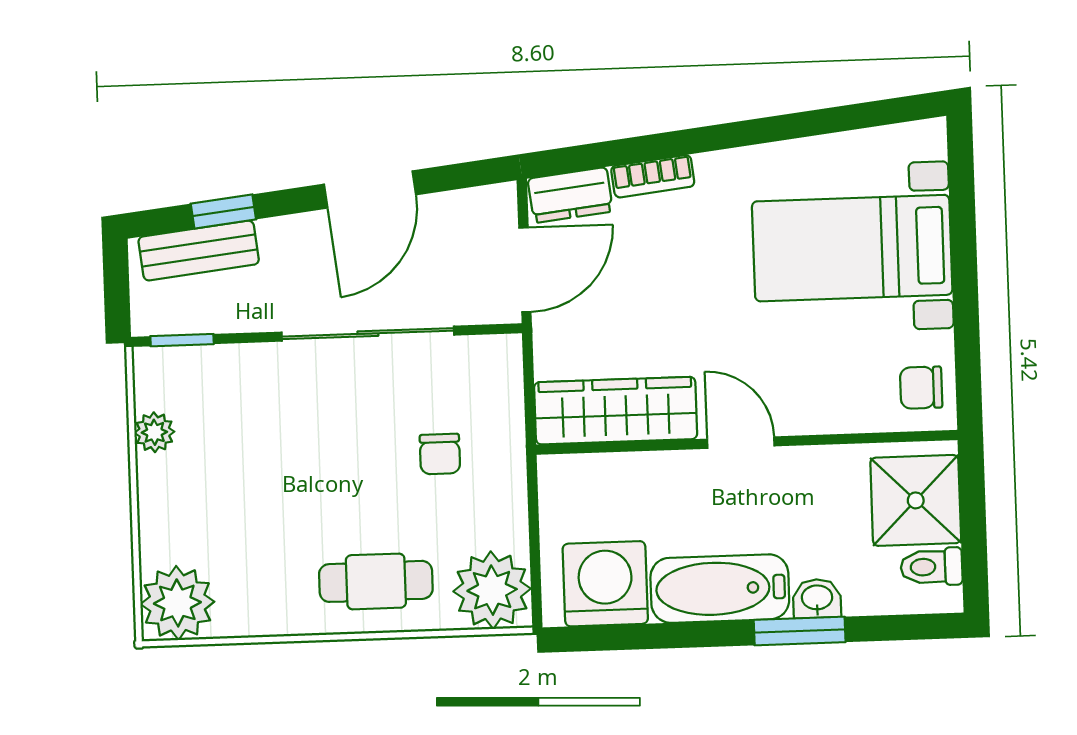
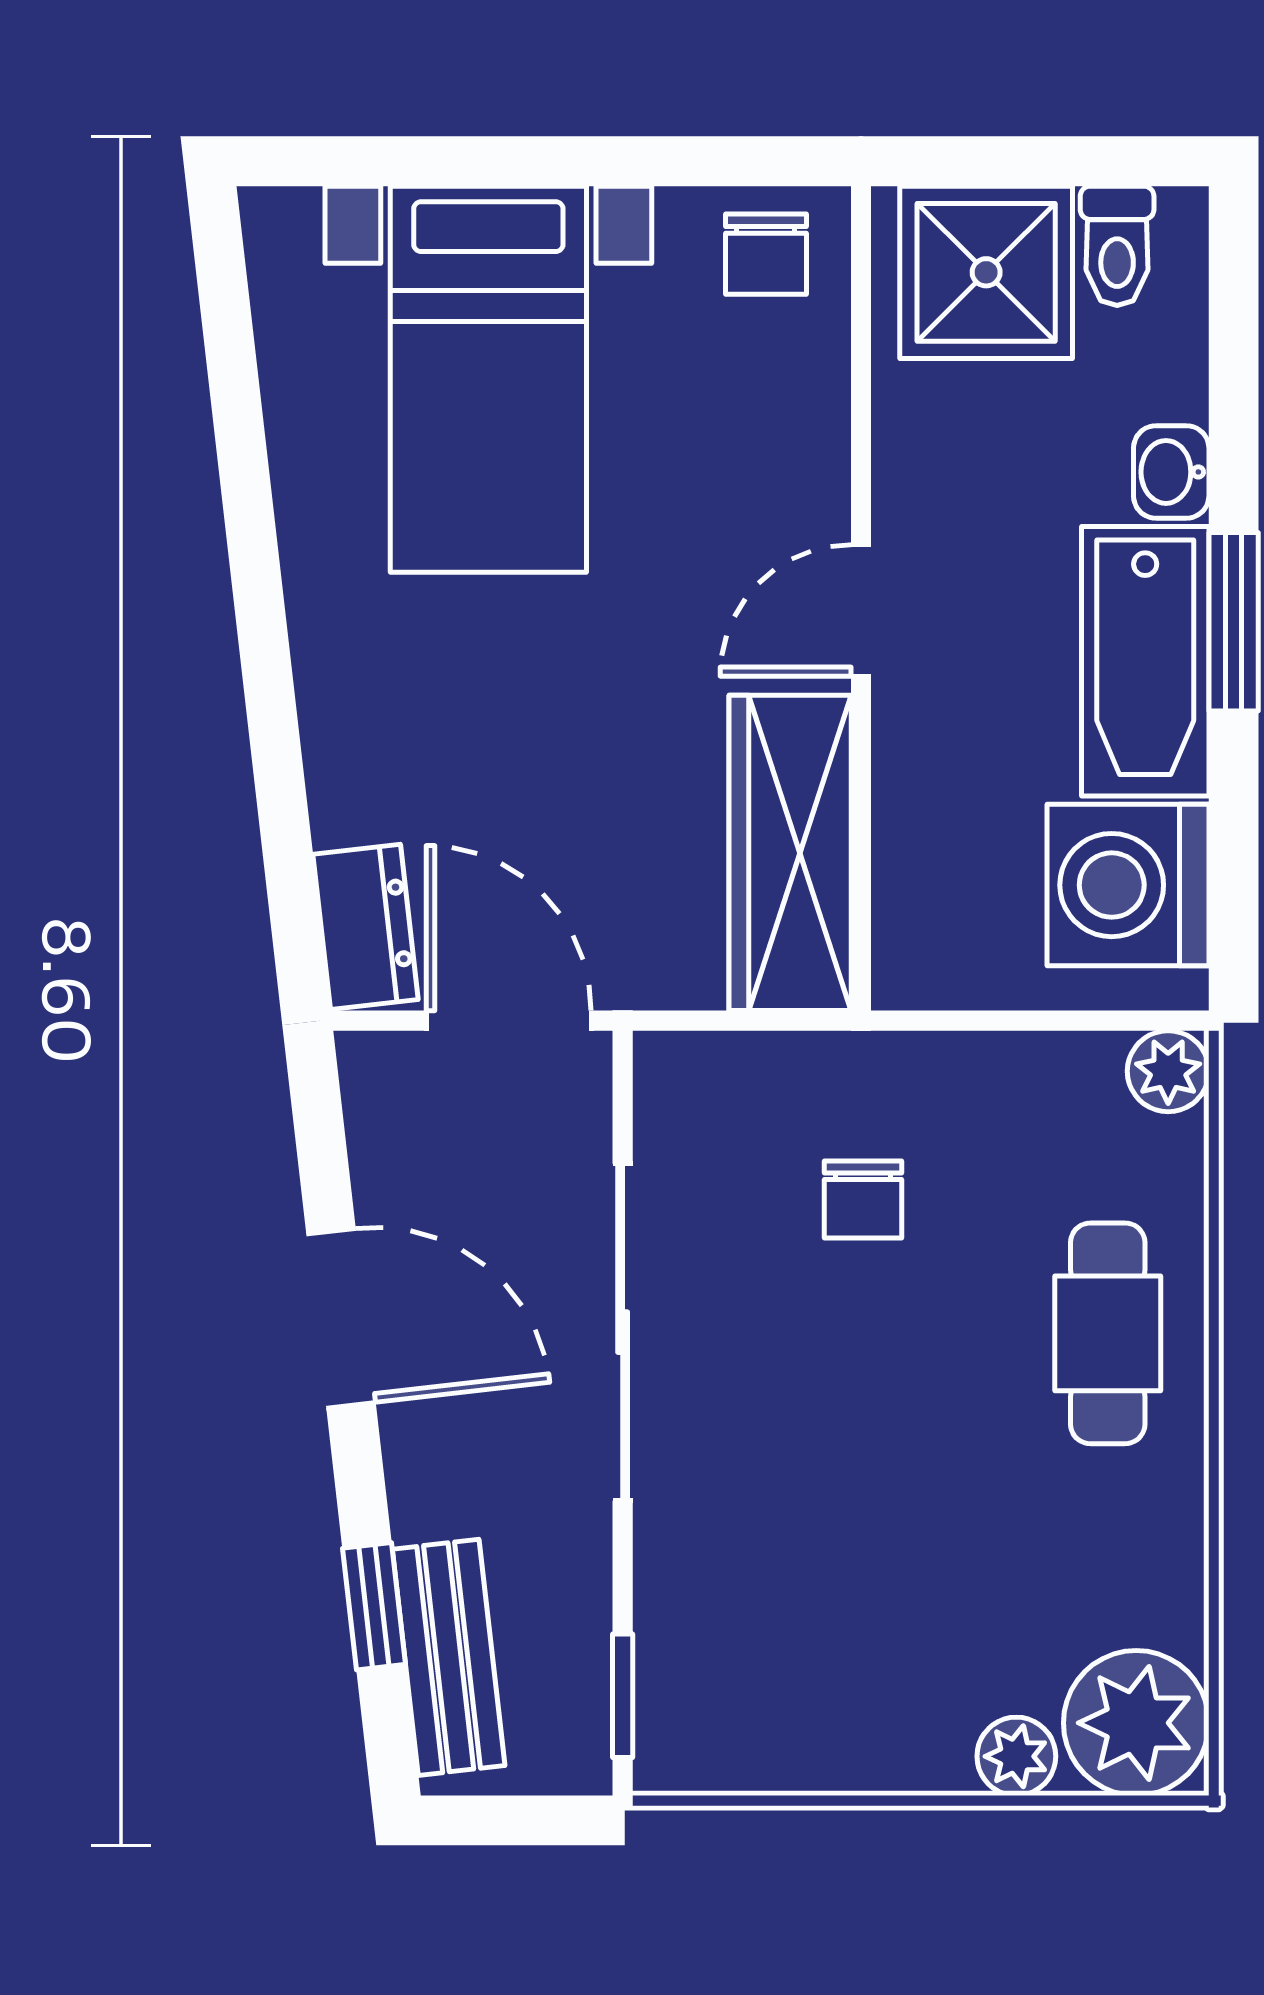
bookcase: (653, 176) -> (334, 764), removed
plant: (154, 432) -> (1016, 1756), moved
chair: (440, 454) -> (863, 1199), turned 90
plant: (492, 590) -> (1168, 1071), width x0.53, depth x0.53
window: (800, 631) -> (1234, 622), moved

